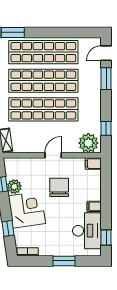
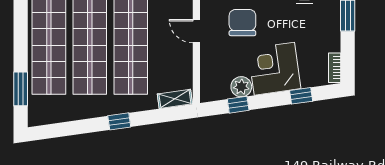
chair: (59, 187) -> (242, 23), turned 90

